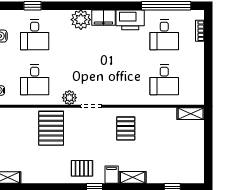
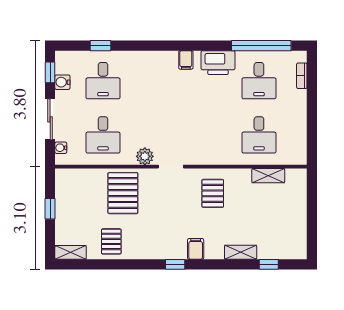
filing cabinet: (103, 18) -> (186, 60), width x0.50
plant: (81, 20) -> (159, 62), removed
shelving: (191, 114) -> (268, 176), moved
pallet: (82, 168) -> (111, 241), moved, turned 90
shelving: (133, 177) -> (241, 252), moved

